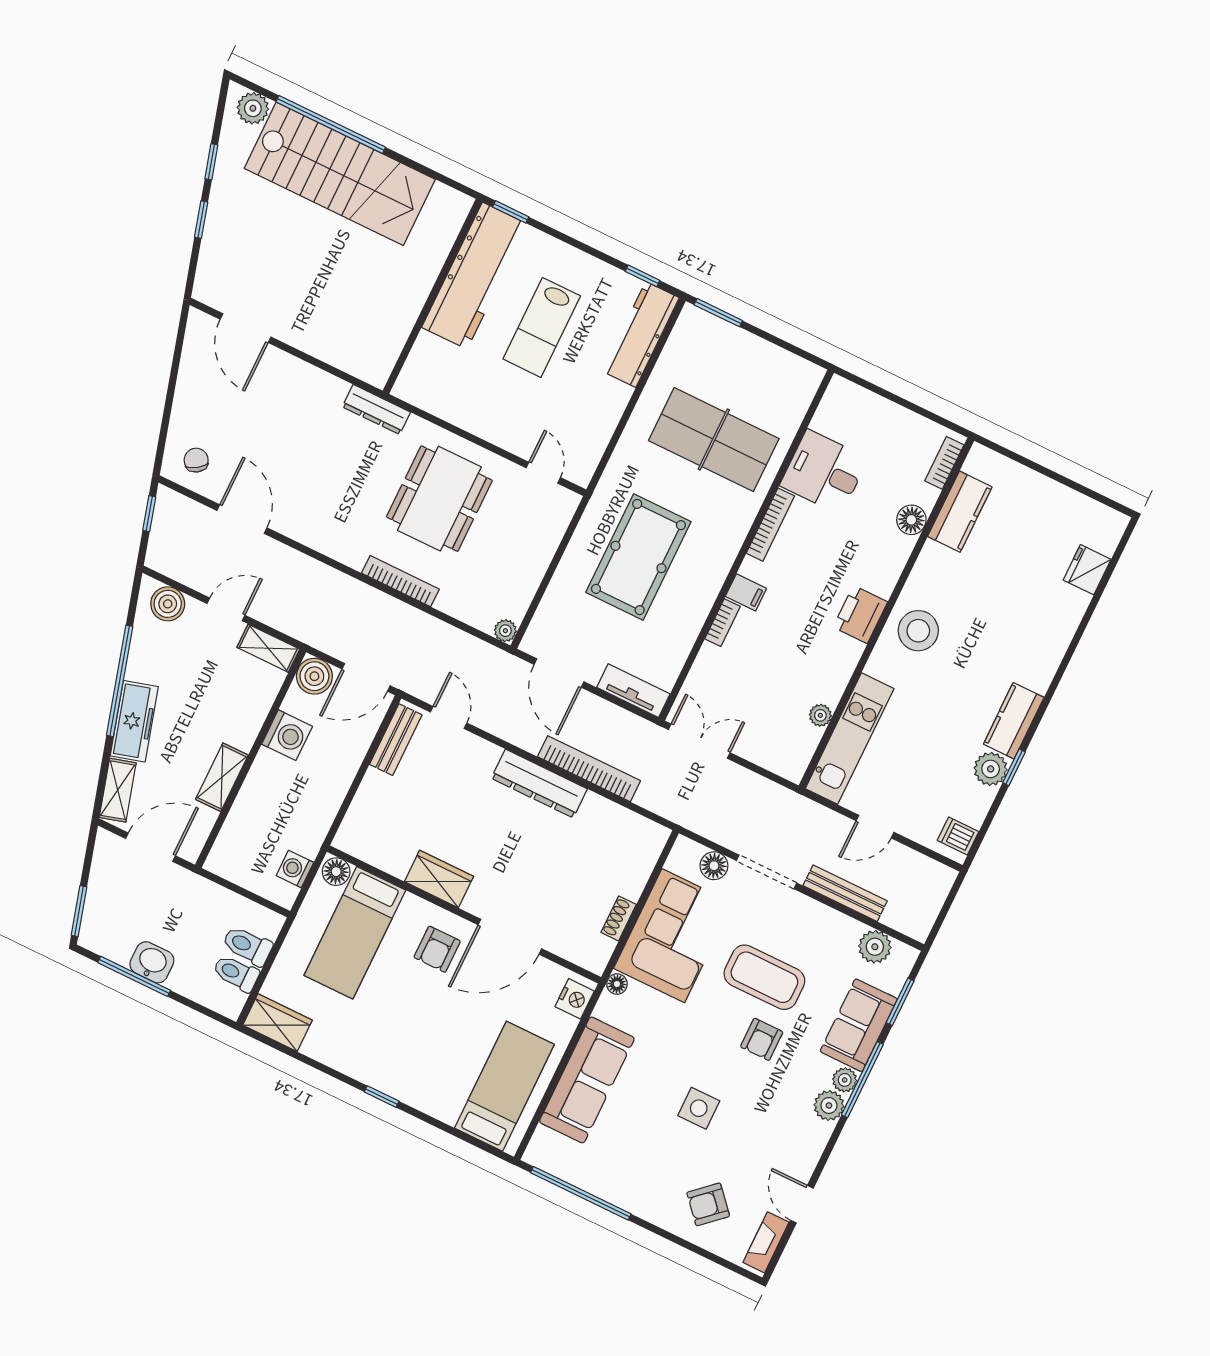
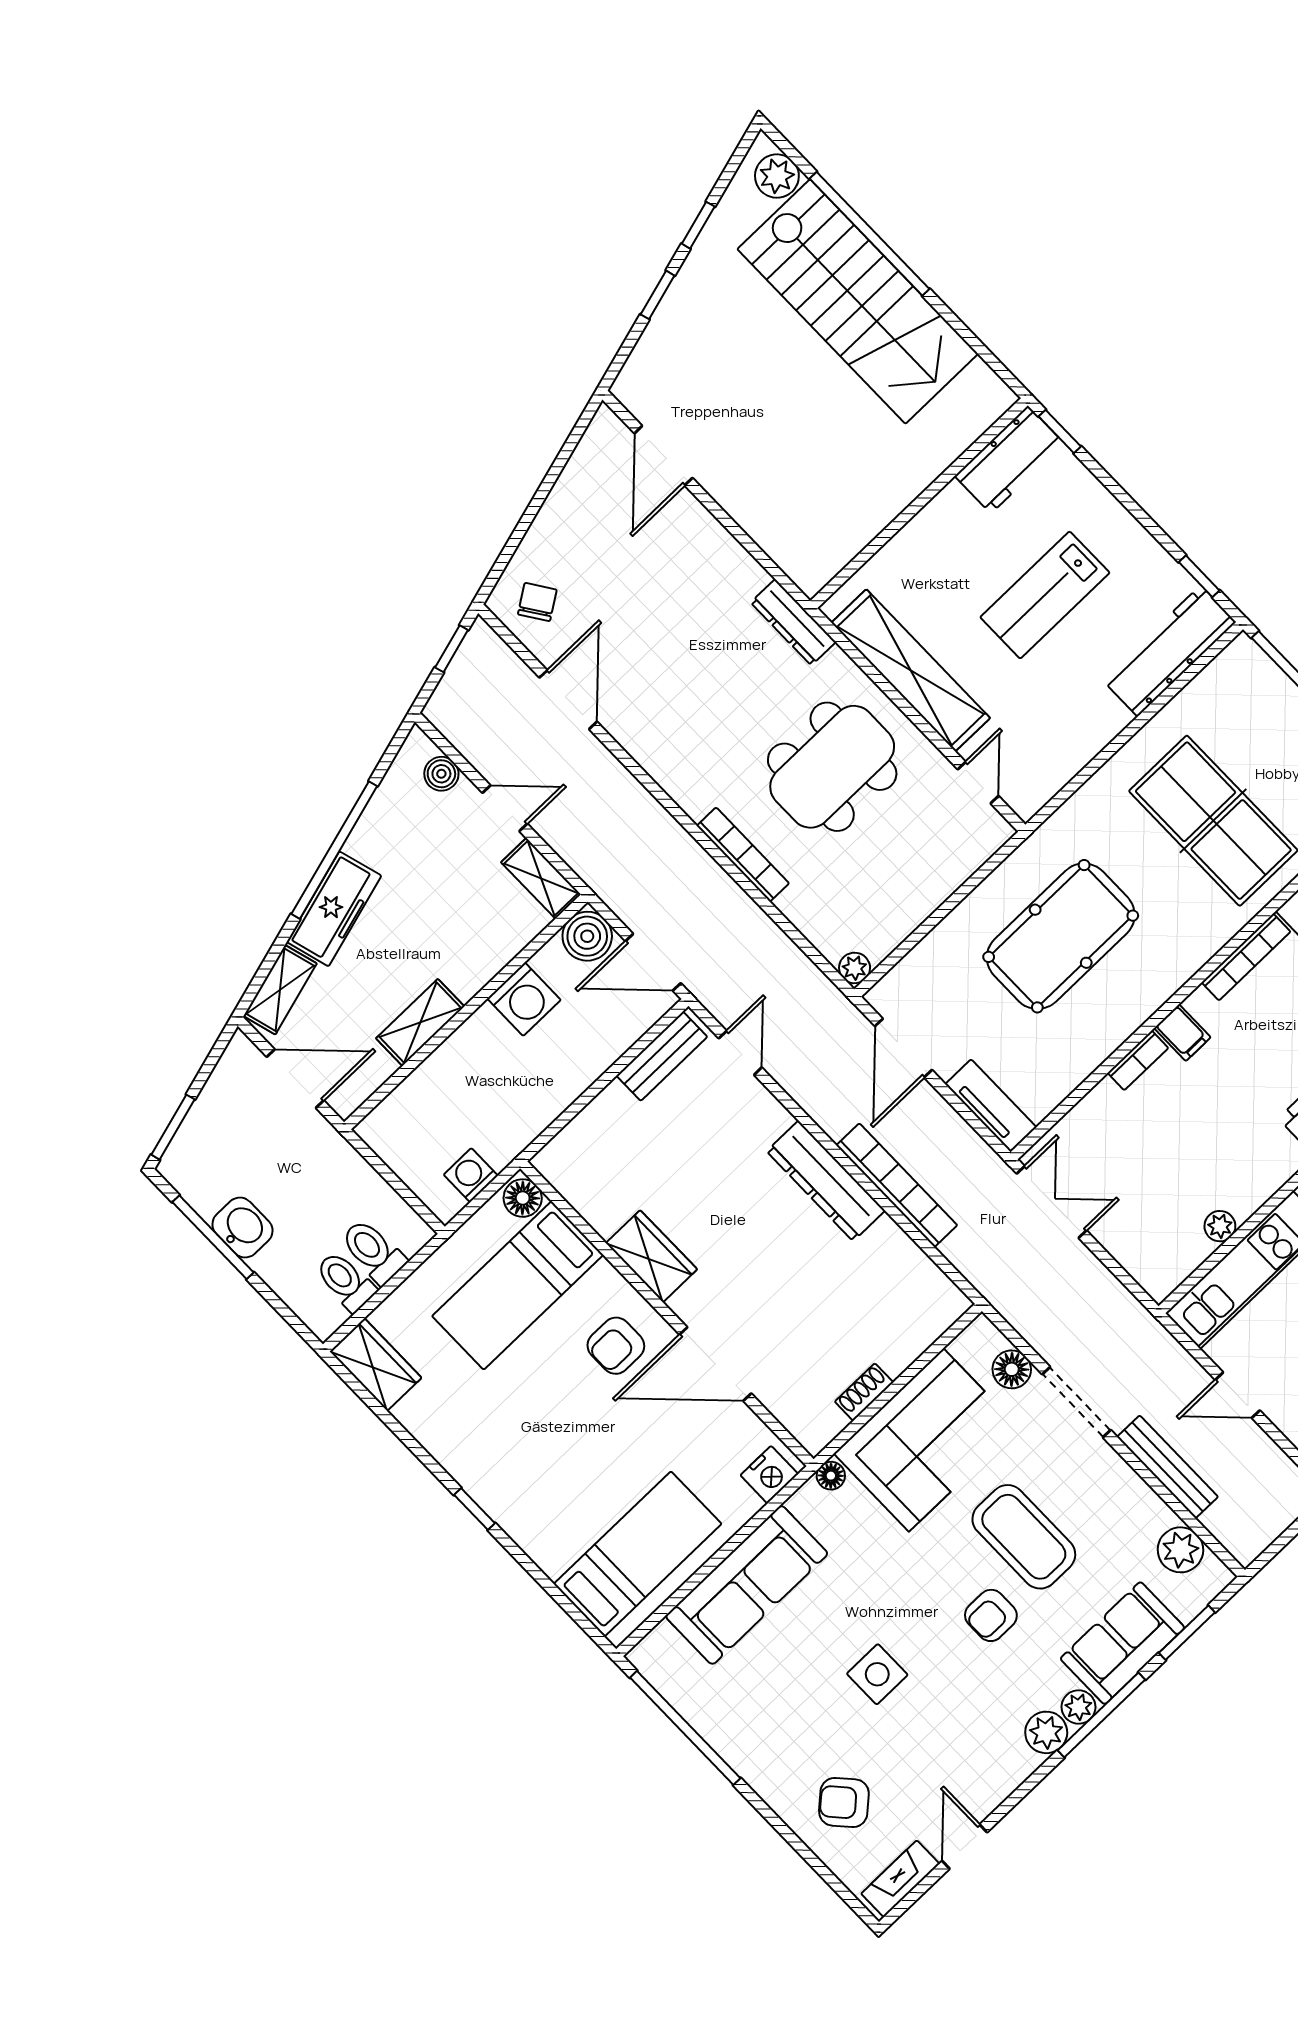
workbench: (475, 276) -> (1009, 460), width x0.53, depth x0.76
shelving: (469, 413) -> (911, 670), added
boiler: (168, 604) -> (441, 774), width x0.73, depth x0.73

